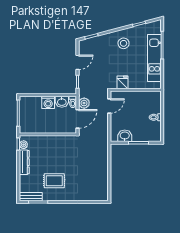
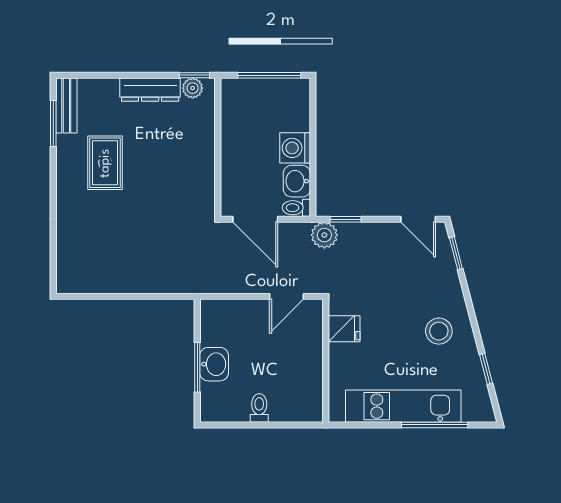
door: (78, 62) -> (418, 219), moved
plant: (84, 103) -> (324, 235), moved
door: (109, 106) -> (286, 296), hinge flipped
washbasin: (125, 136) -> (214, 364), moved

